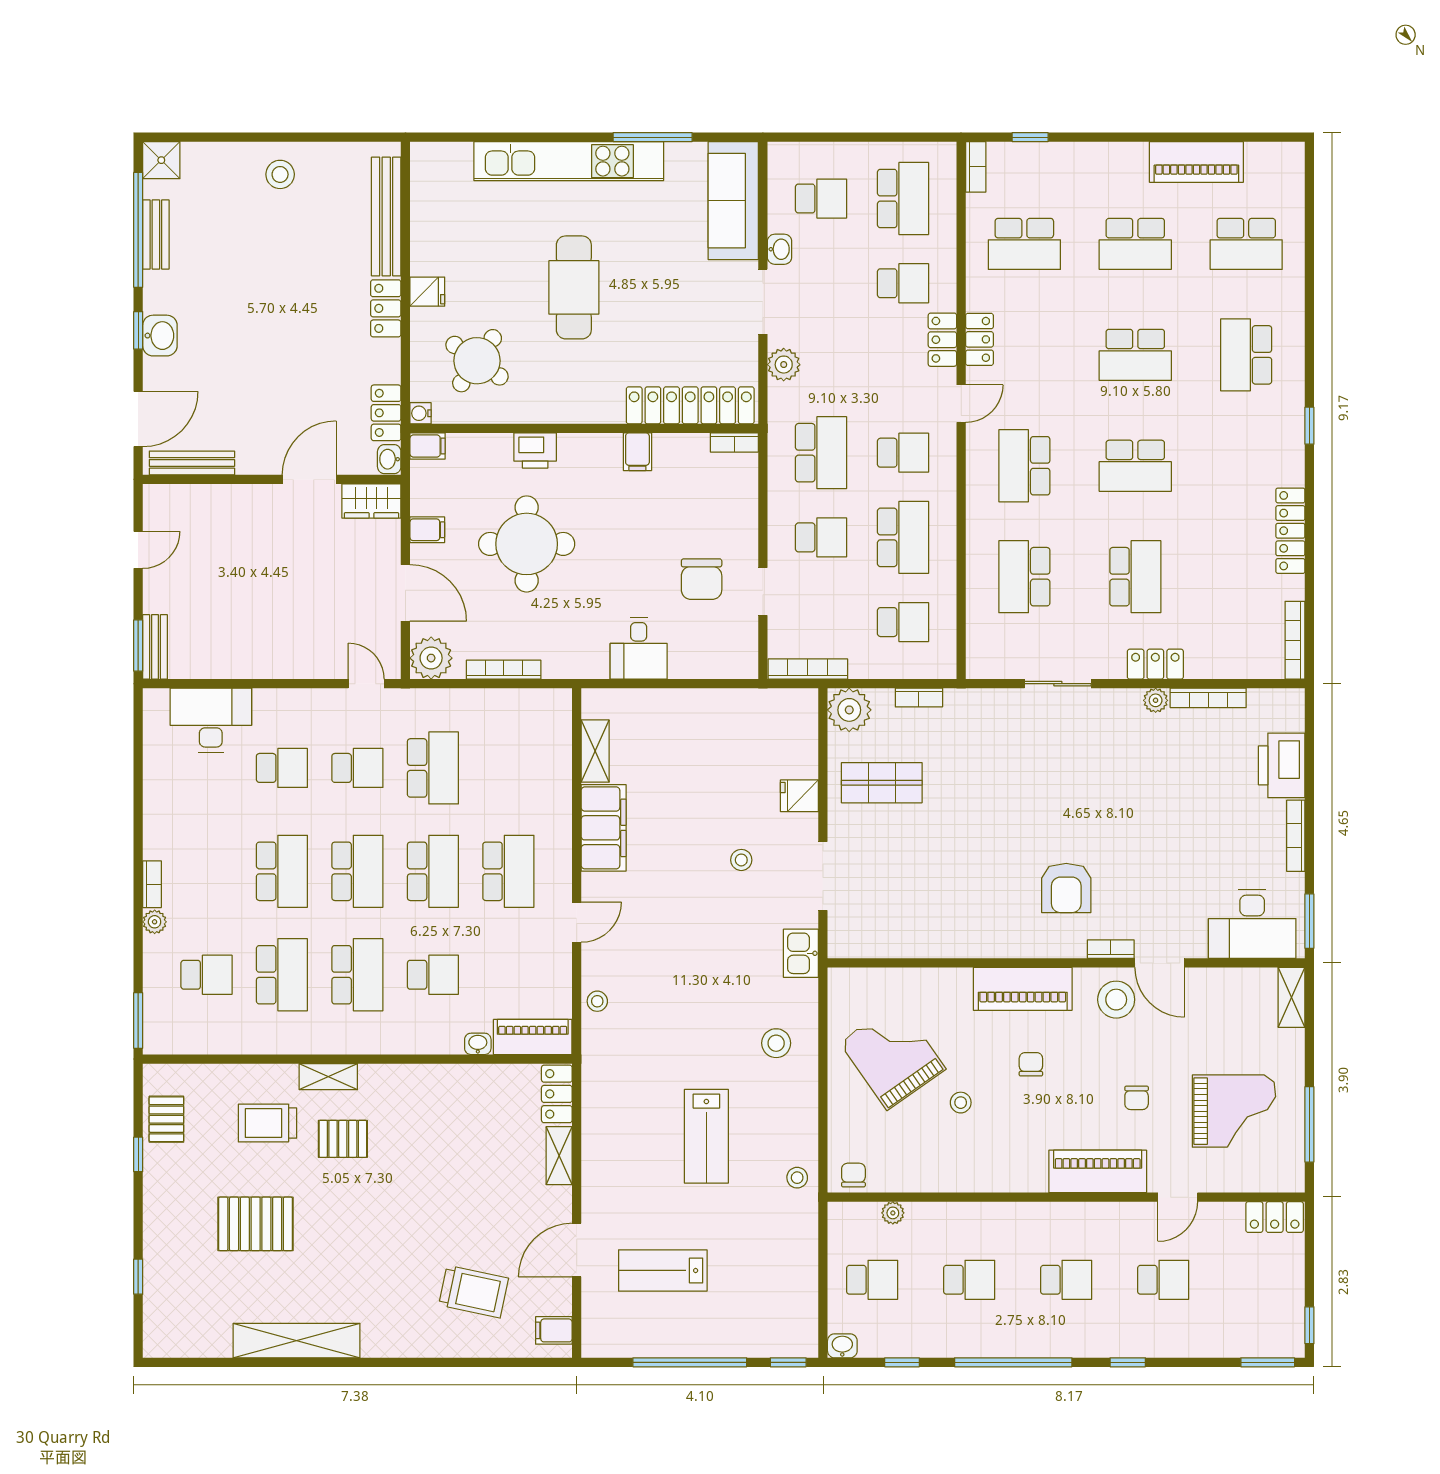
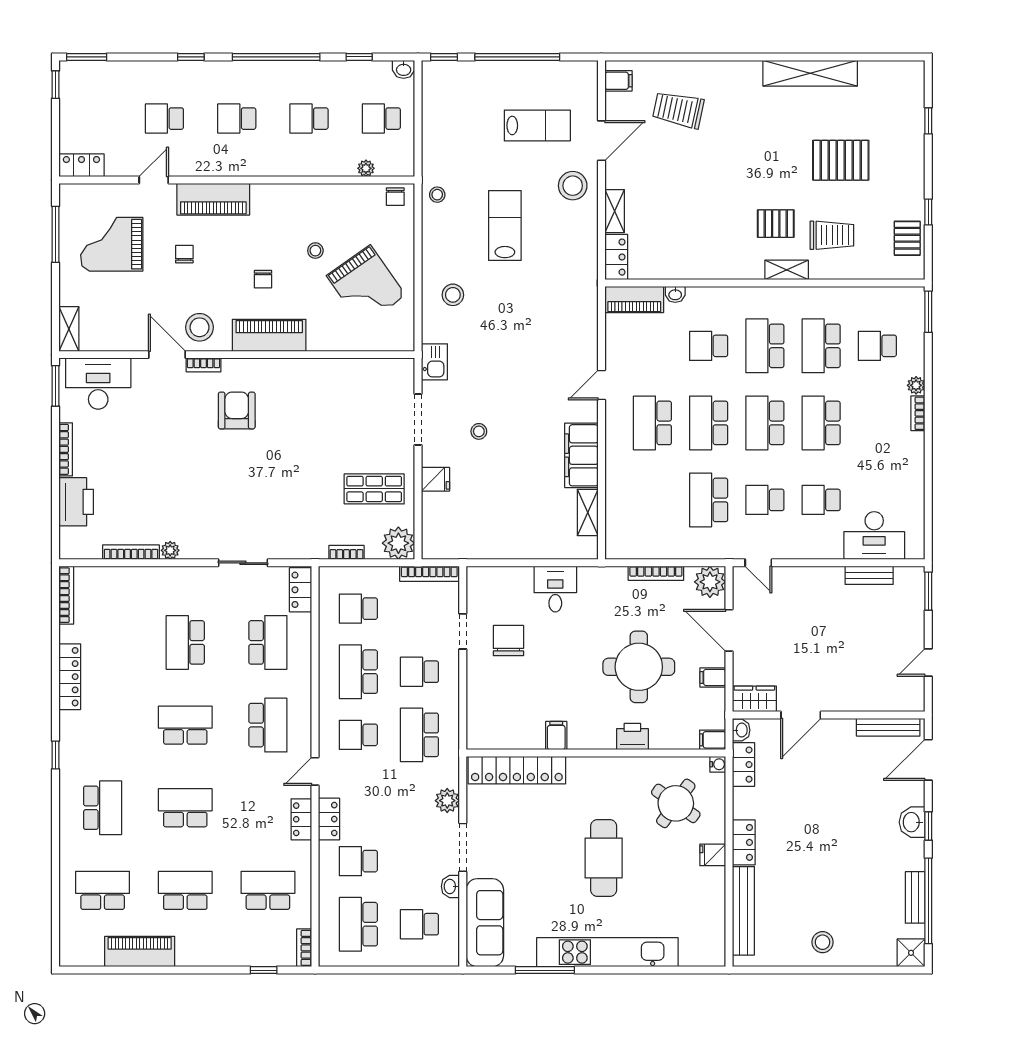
bookcase: (734, 442) -> (484, 742), removed
bench: (155, 647) -> (869, 575), moved, turned 90
locker: (1155, 664) -> (301, 590), moved, turned 90
stool: (597, 1001) -> (573, 186), moved, width x1.89, depth x1.89

